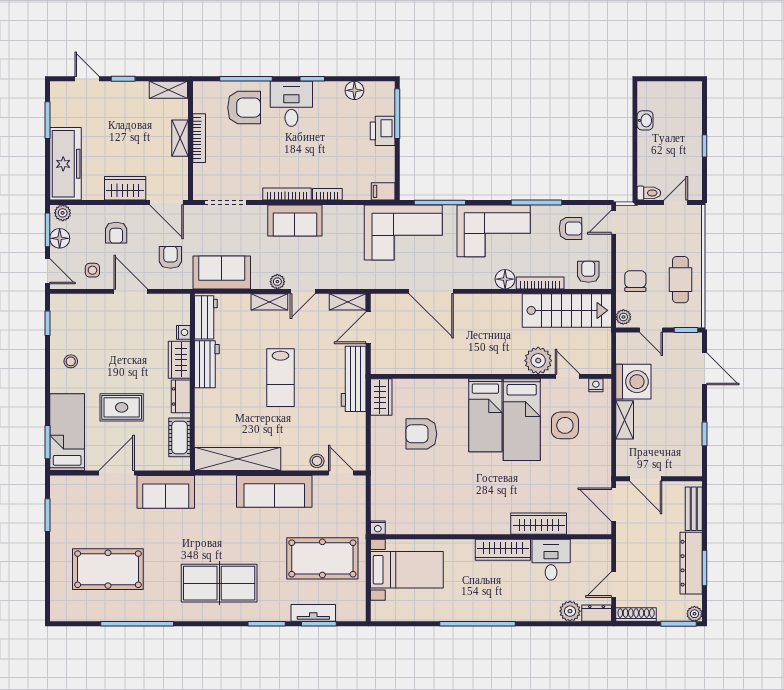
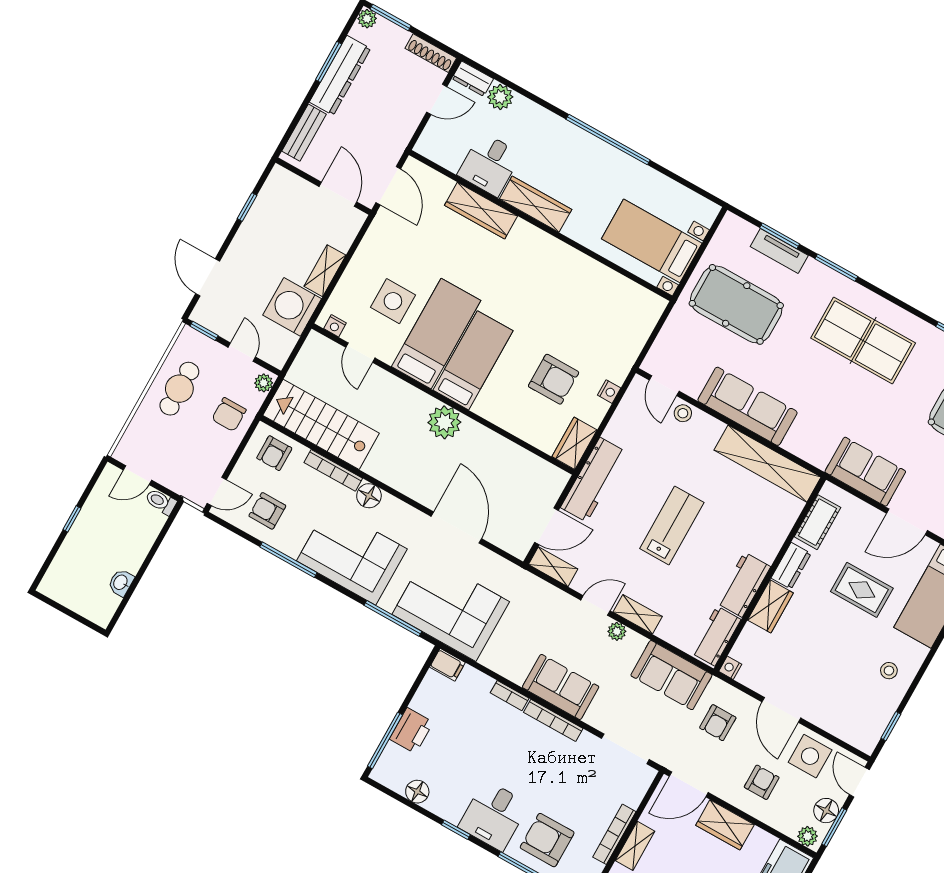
door: (166, 202) -> (689, 784), swing flipped
side table: (92, 270) -> (810, 756), width x1.87, depth x1.87
nightstand: (183, 332) -> (730, 668), moved
plant: (538, 361) -> (444, 422), moved
nightstand: (378, 528) -> (609, 392), moved, turned 90

